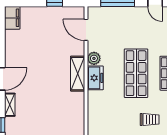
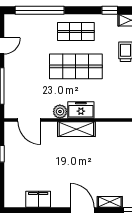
filing cabinet: (12, 18) -> (38, 199), moved
door: (86, 30) -> (29, 120), hinge flipped

